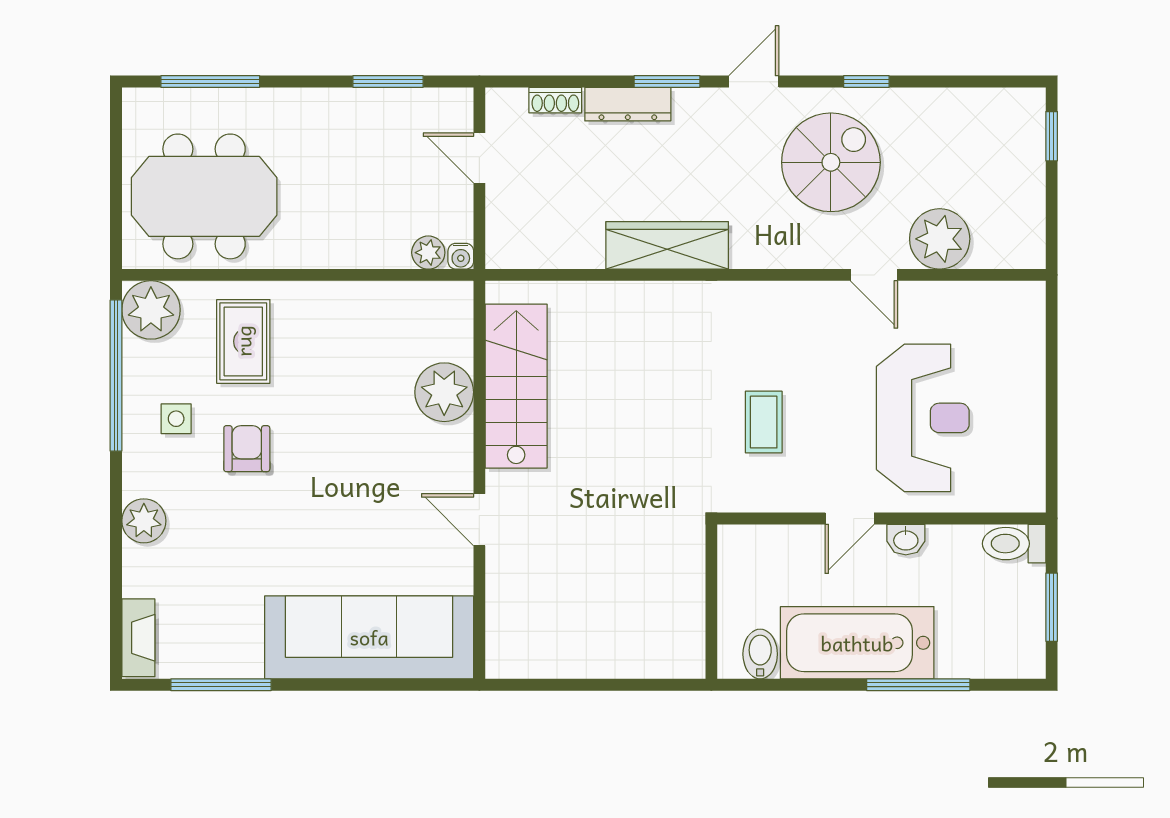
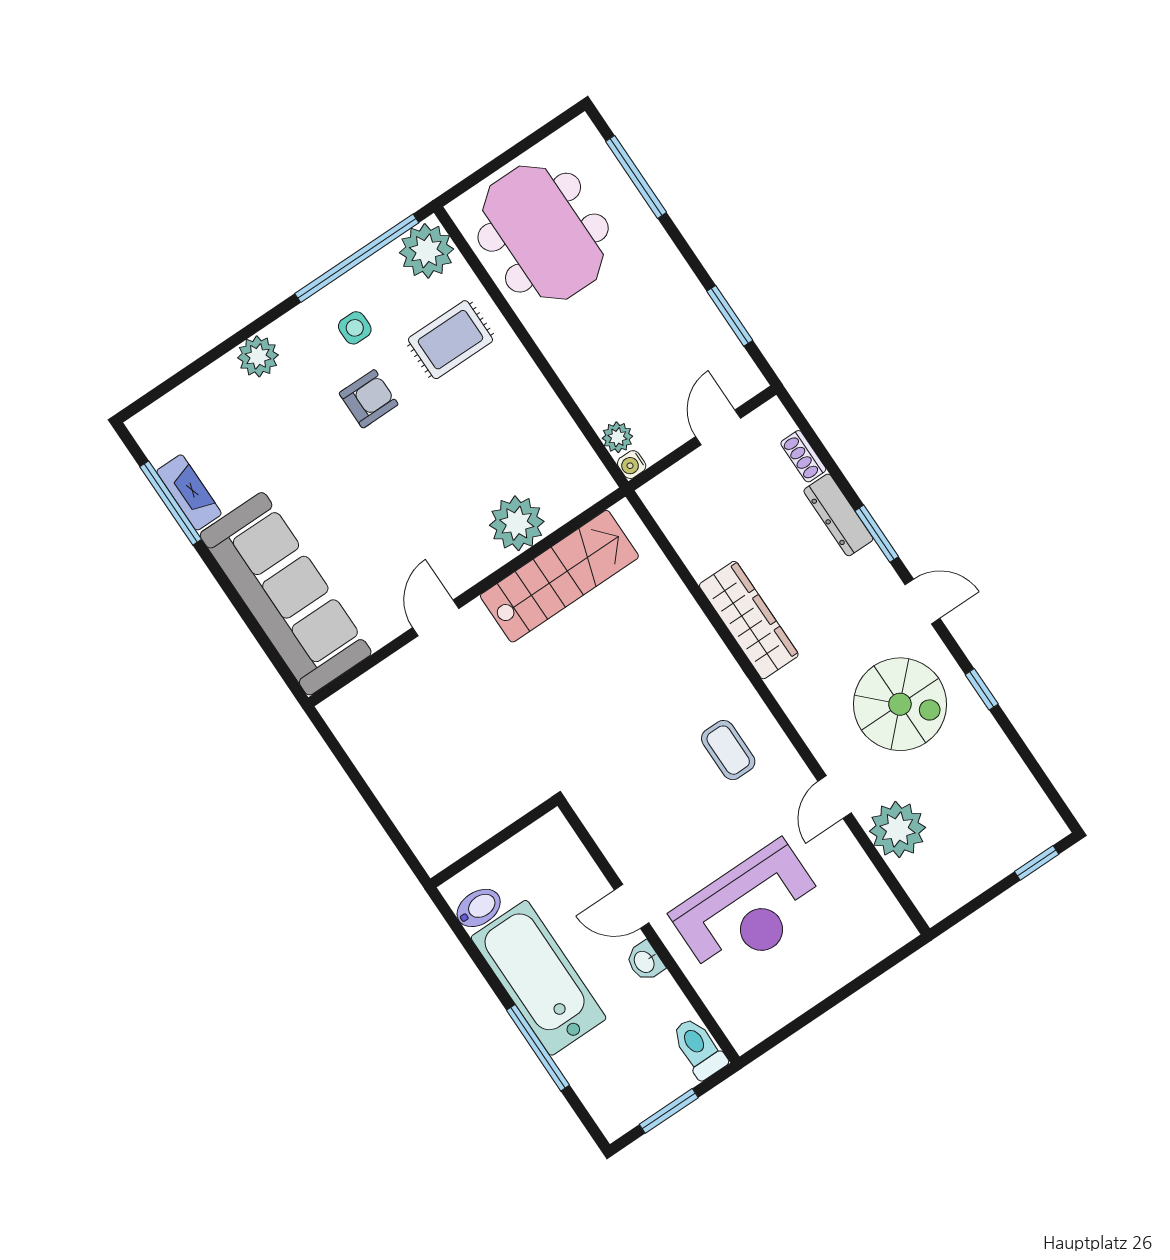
coffee table: (764, 422) -> (728, 750), moved, turned 90
fireplace: (138, 638) -> (189, 492), moved, turned -90

